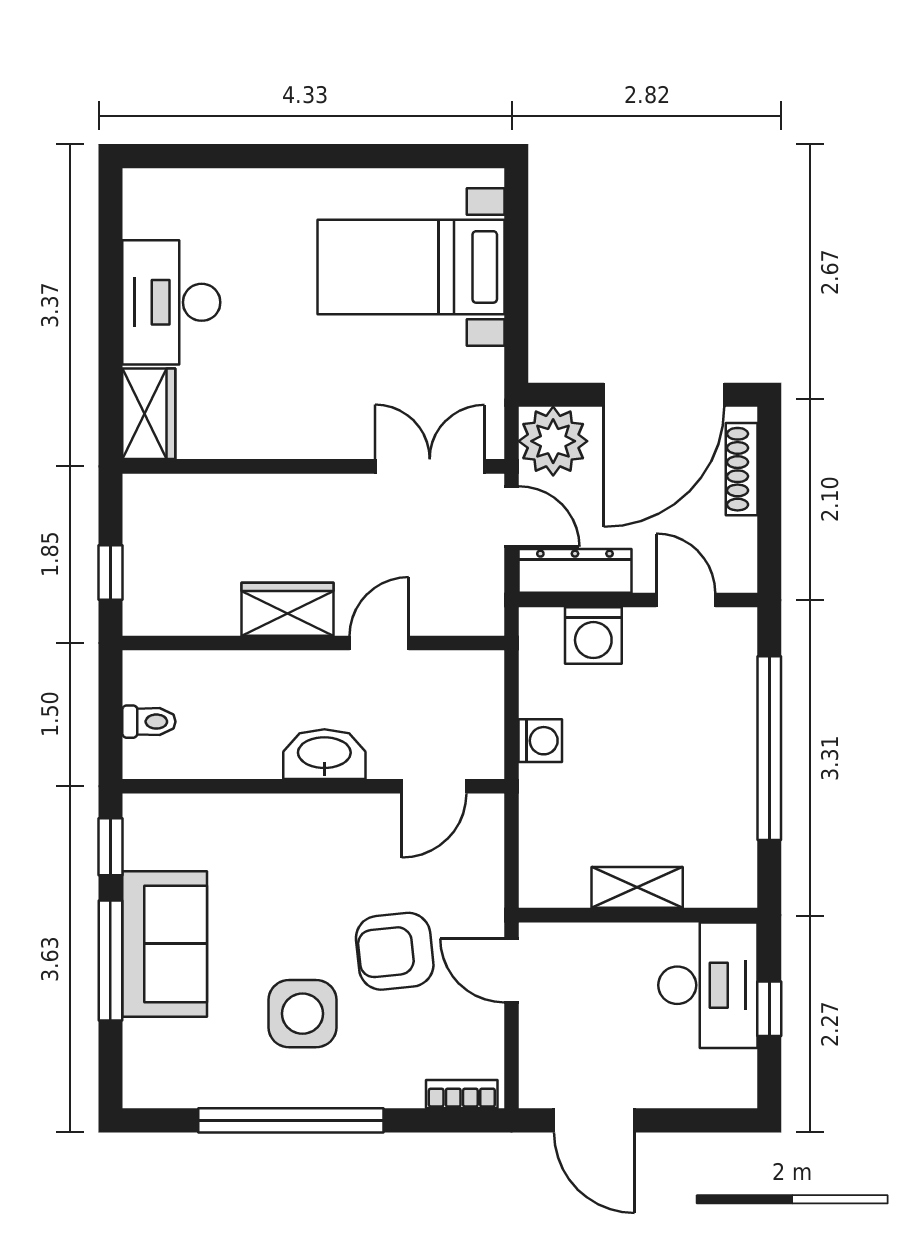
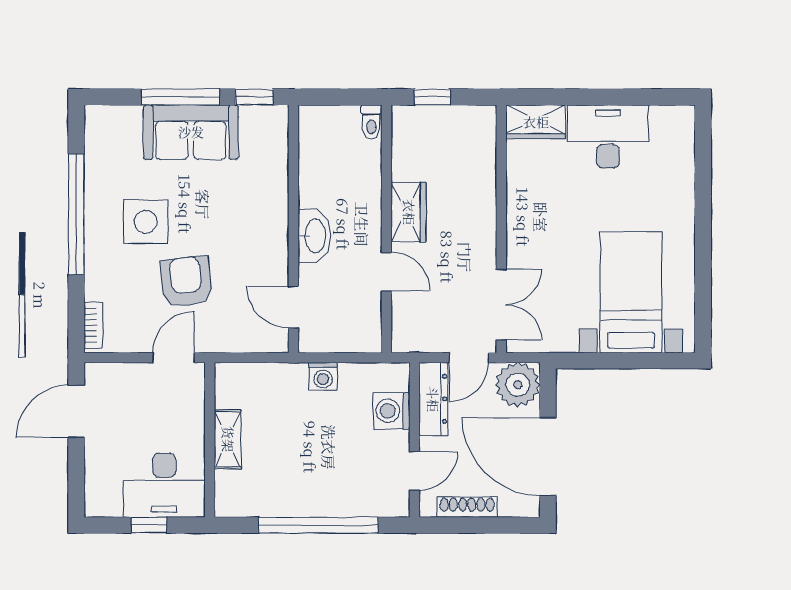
shoe rack: (742, 469) -> (467, 507), moved
toilet: (149, 722) -> (371, 122), moved

